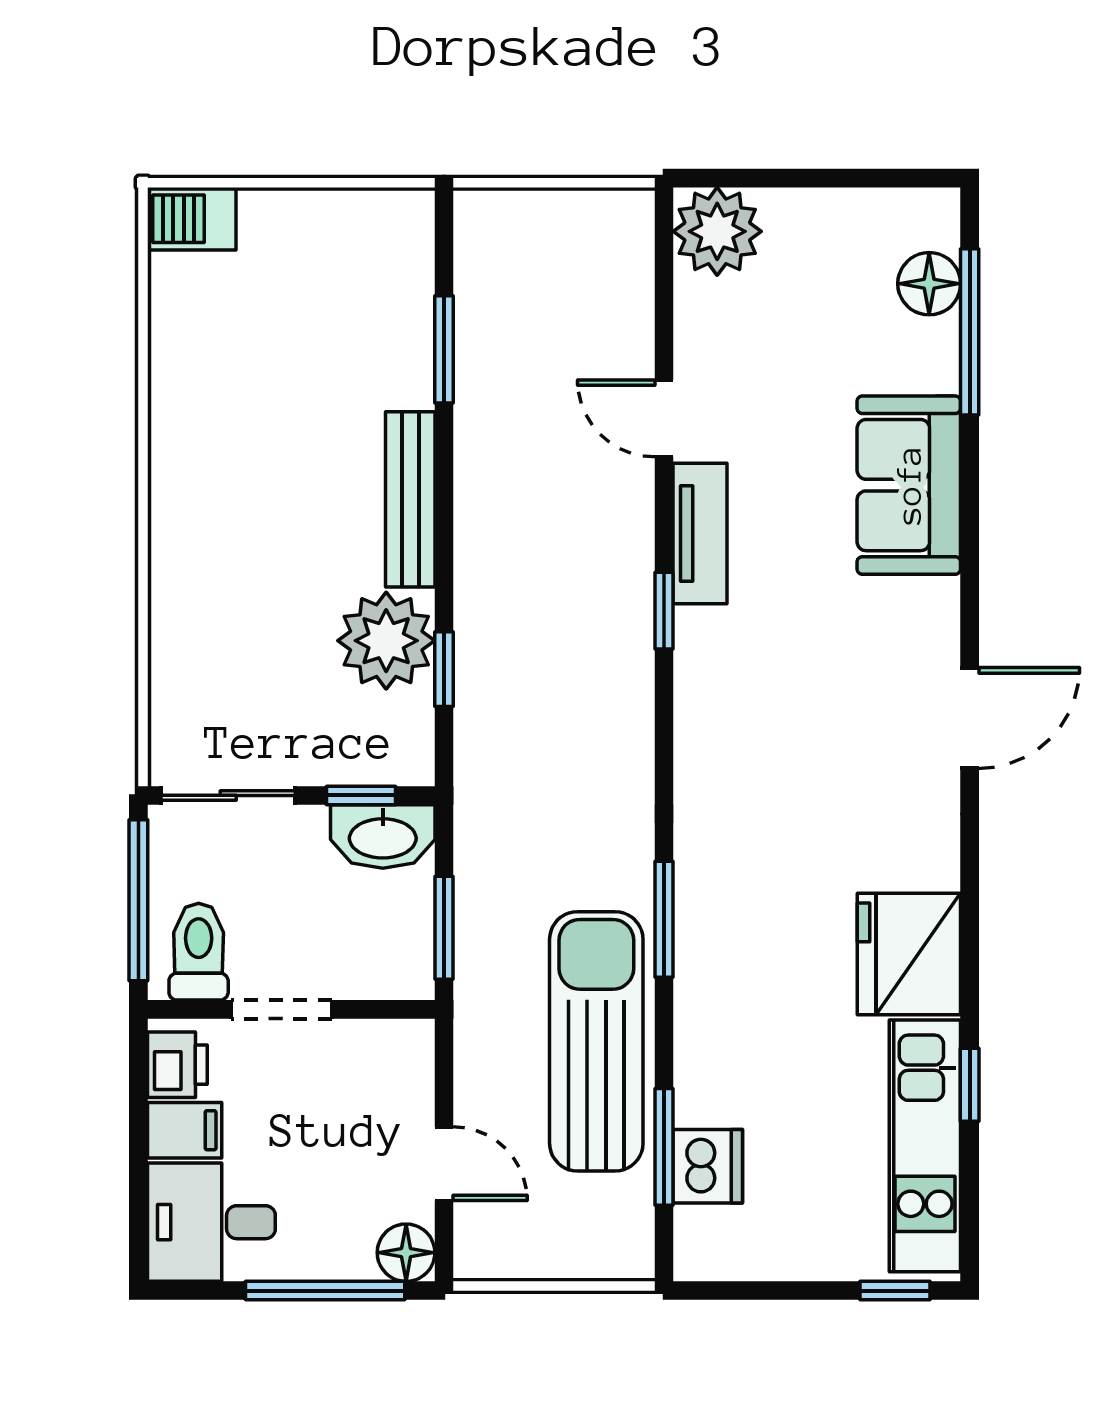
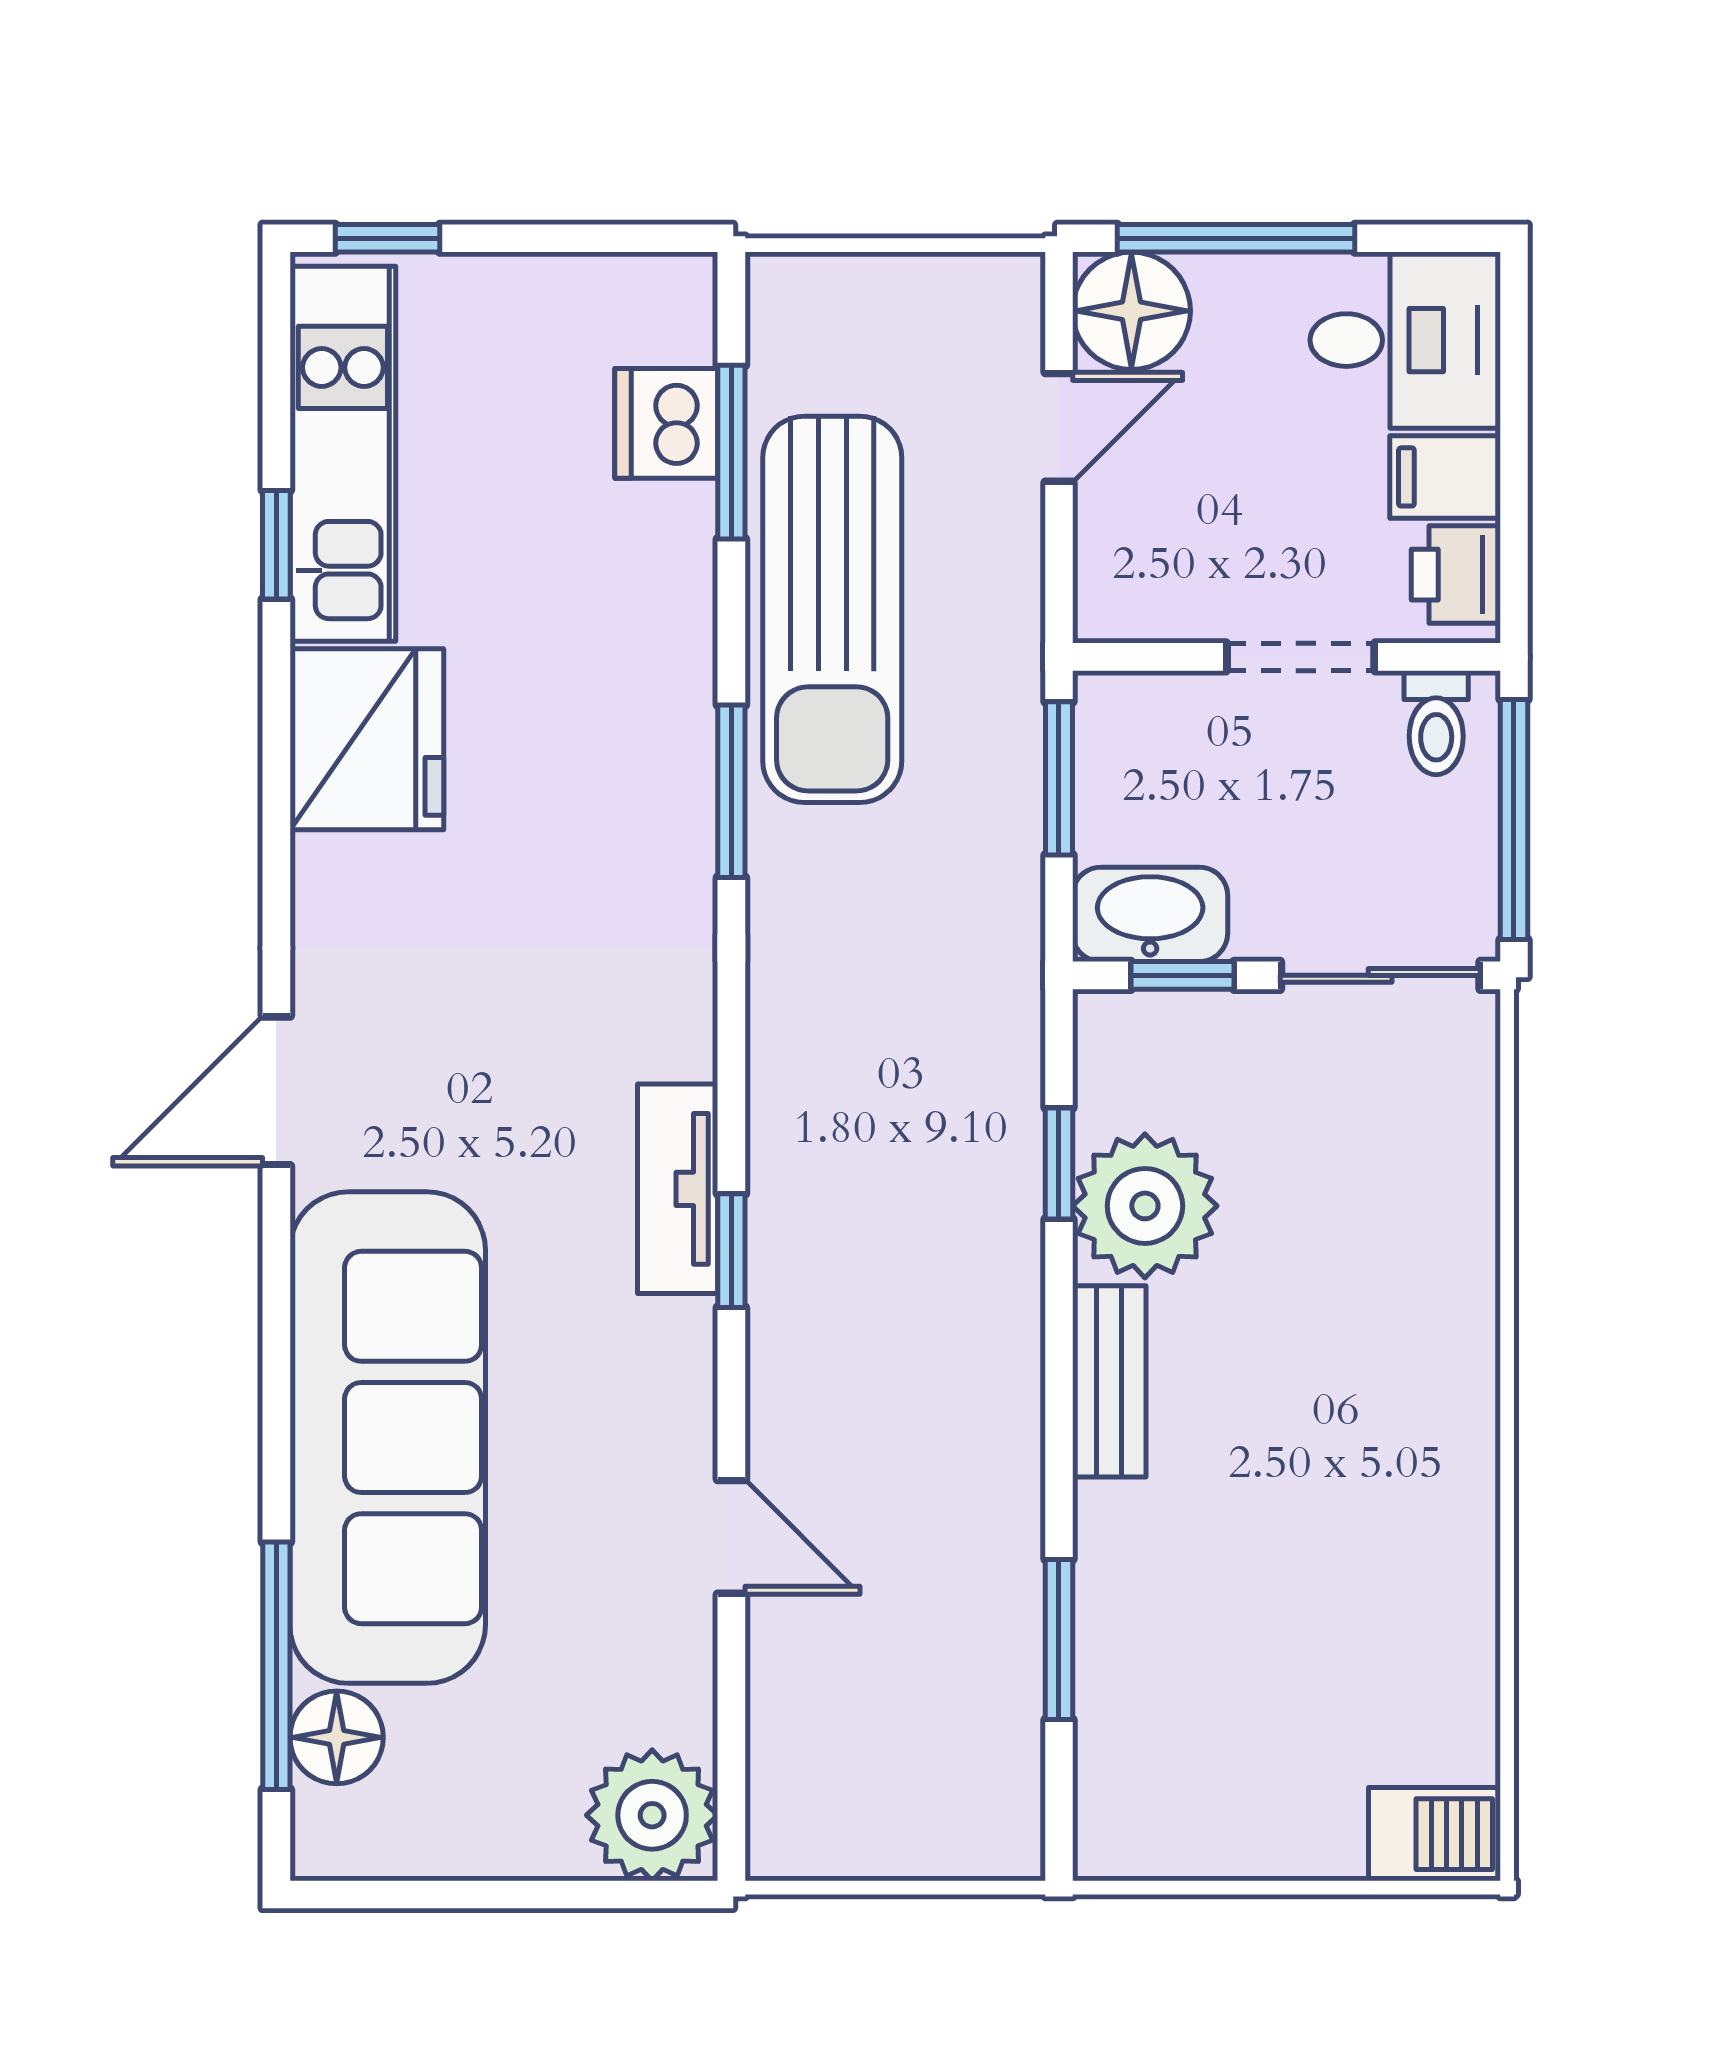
sofa: (909, 485) -> (388, 1438), width x1.85, depth x1.27
bench: (410, 499) -> (1109, 1381), width x0.73
tv unit: (700, 533) -> (678, 1189), moved
toilet: (199, 952) -> (1436, 723), width x0.73, depth x0.72
door: (444, 1164) -> (1059, 427), swing flipped
floor lamp: (406, 1253) -> (1131, 311), width x1.38, depth x1.38

